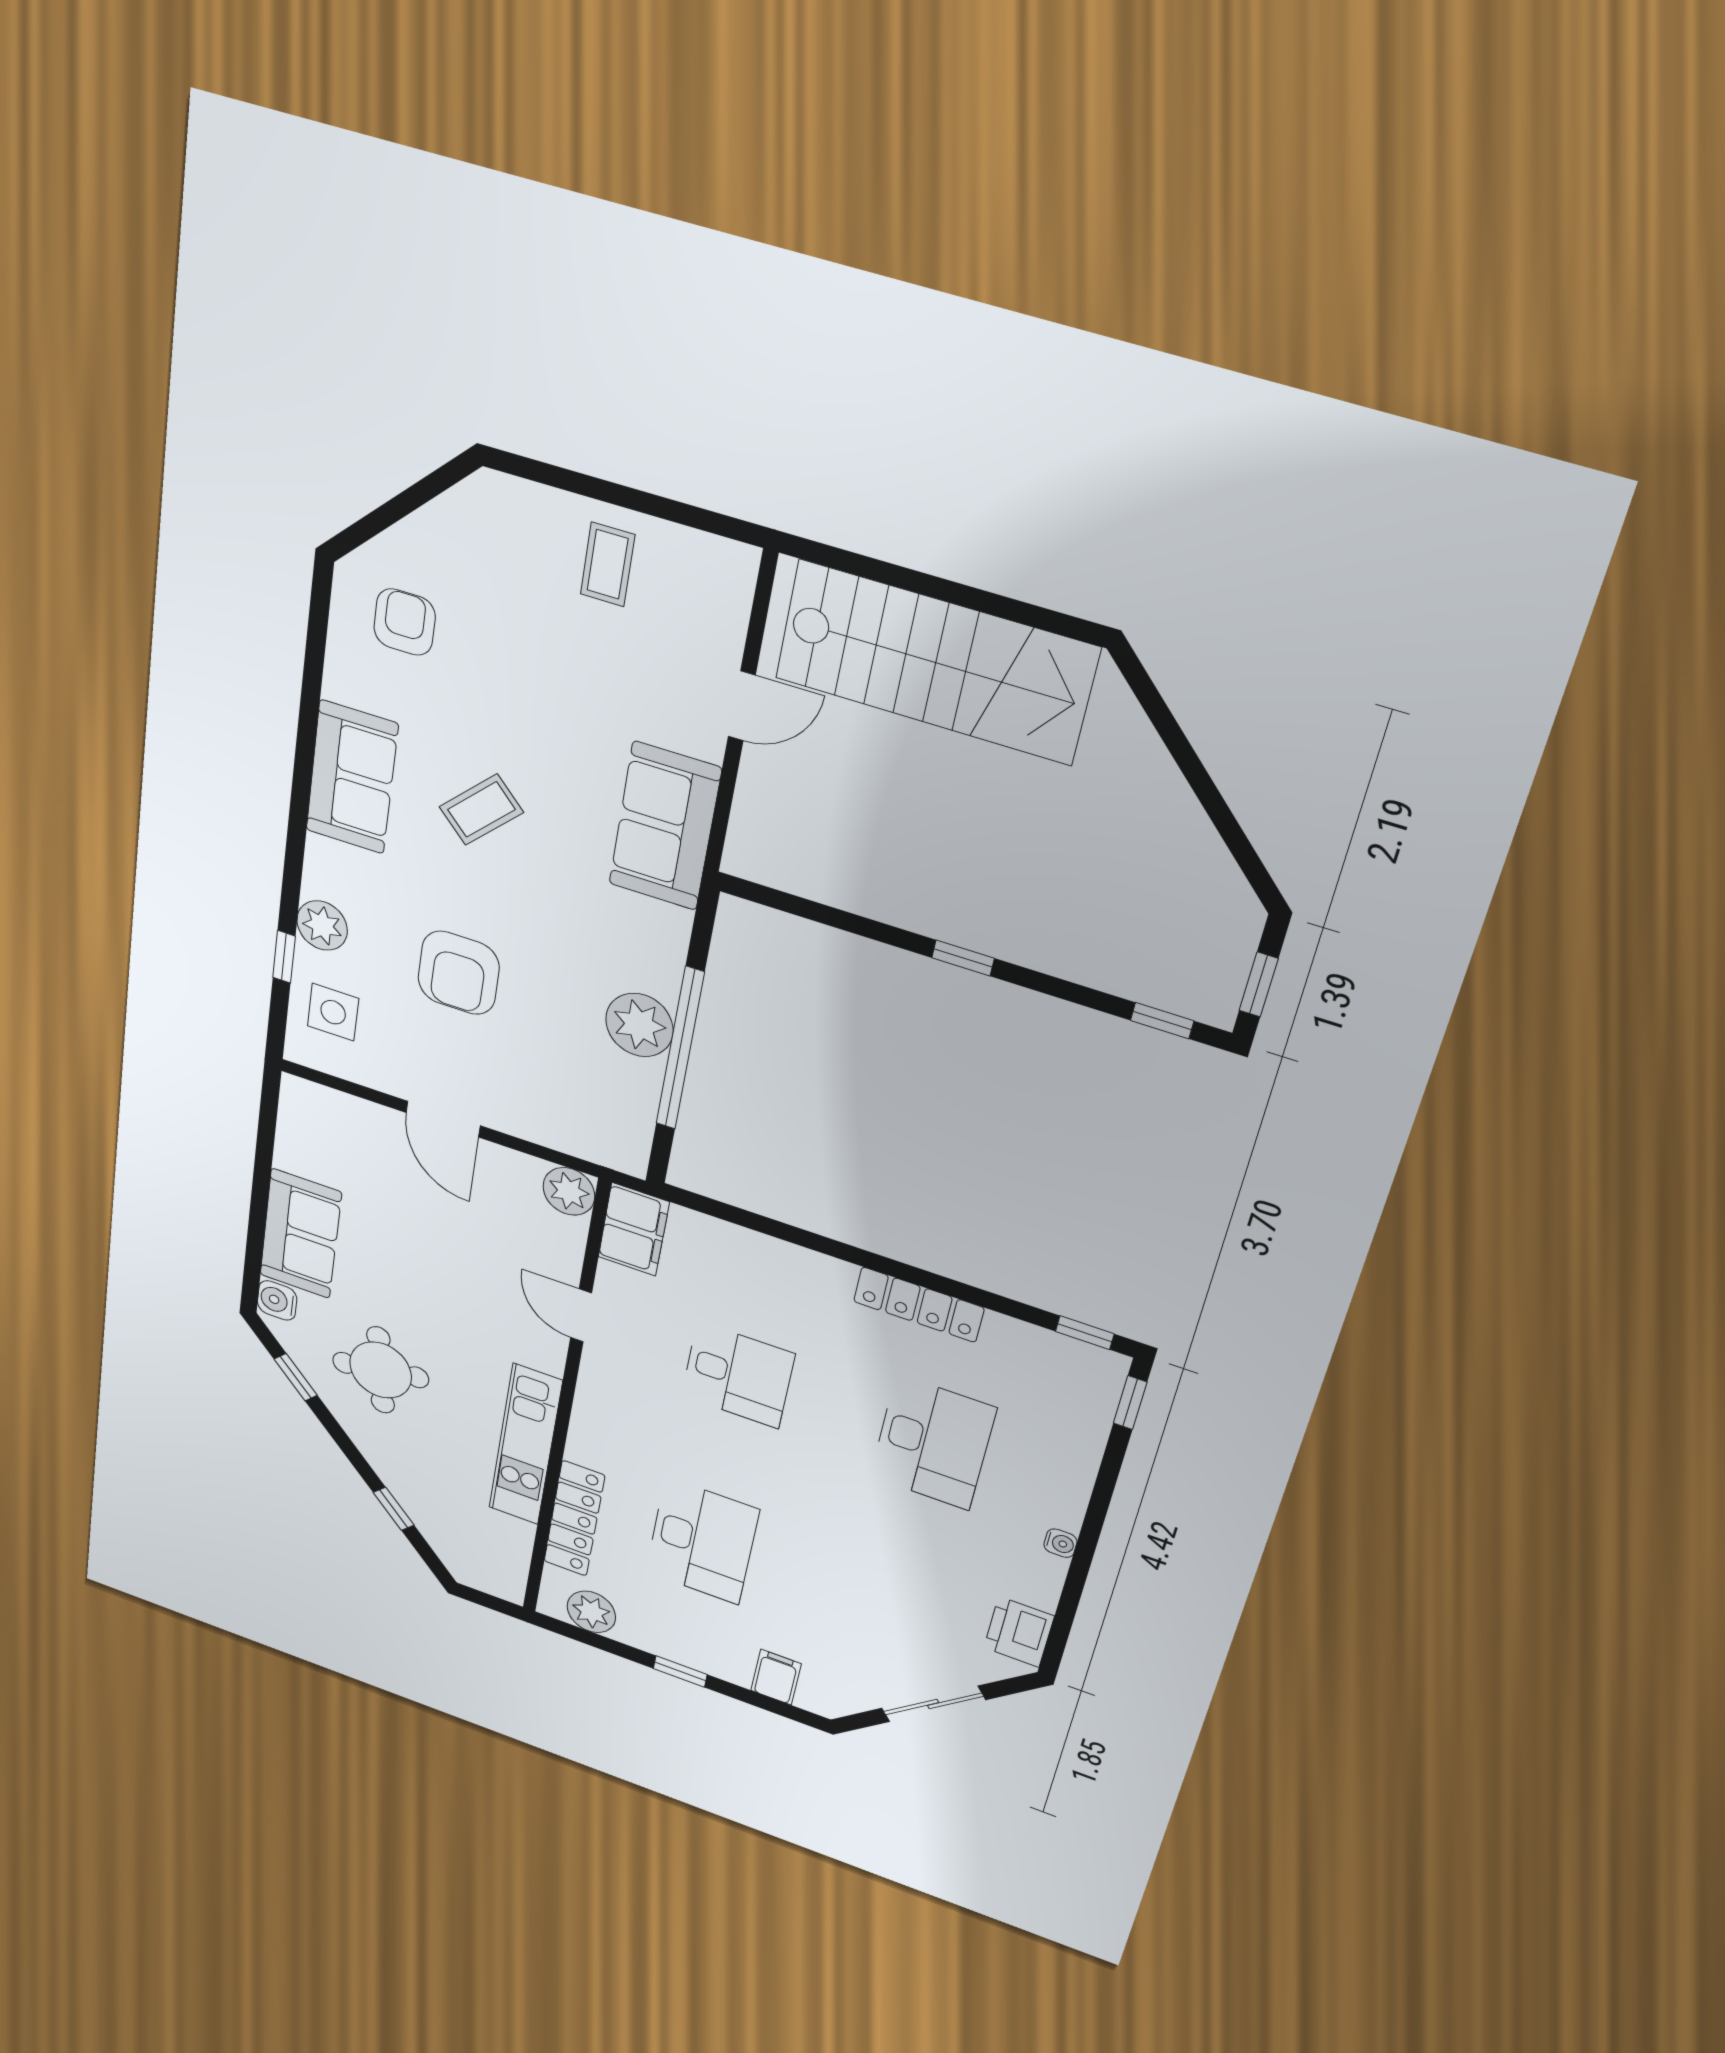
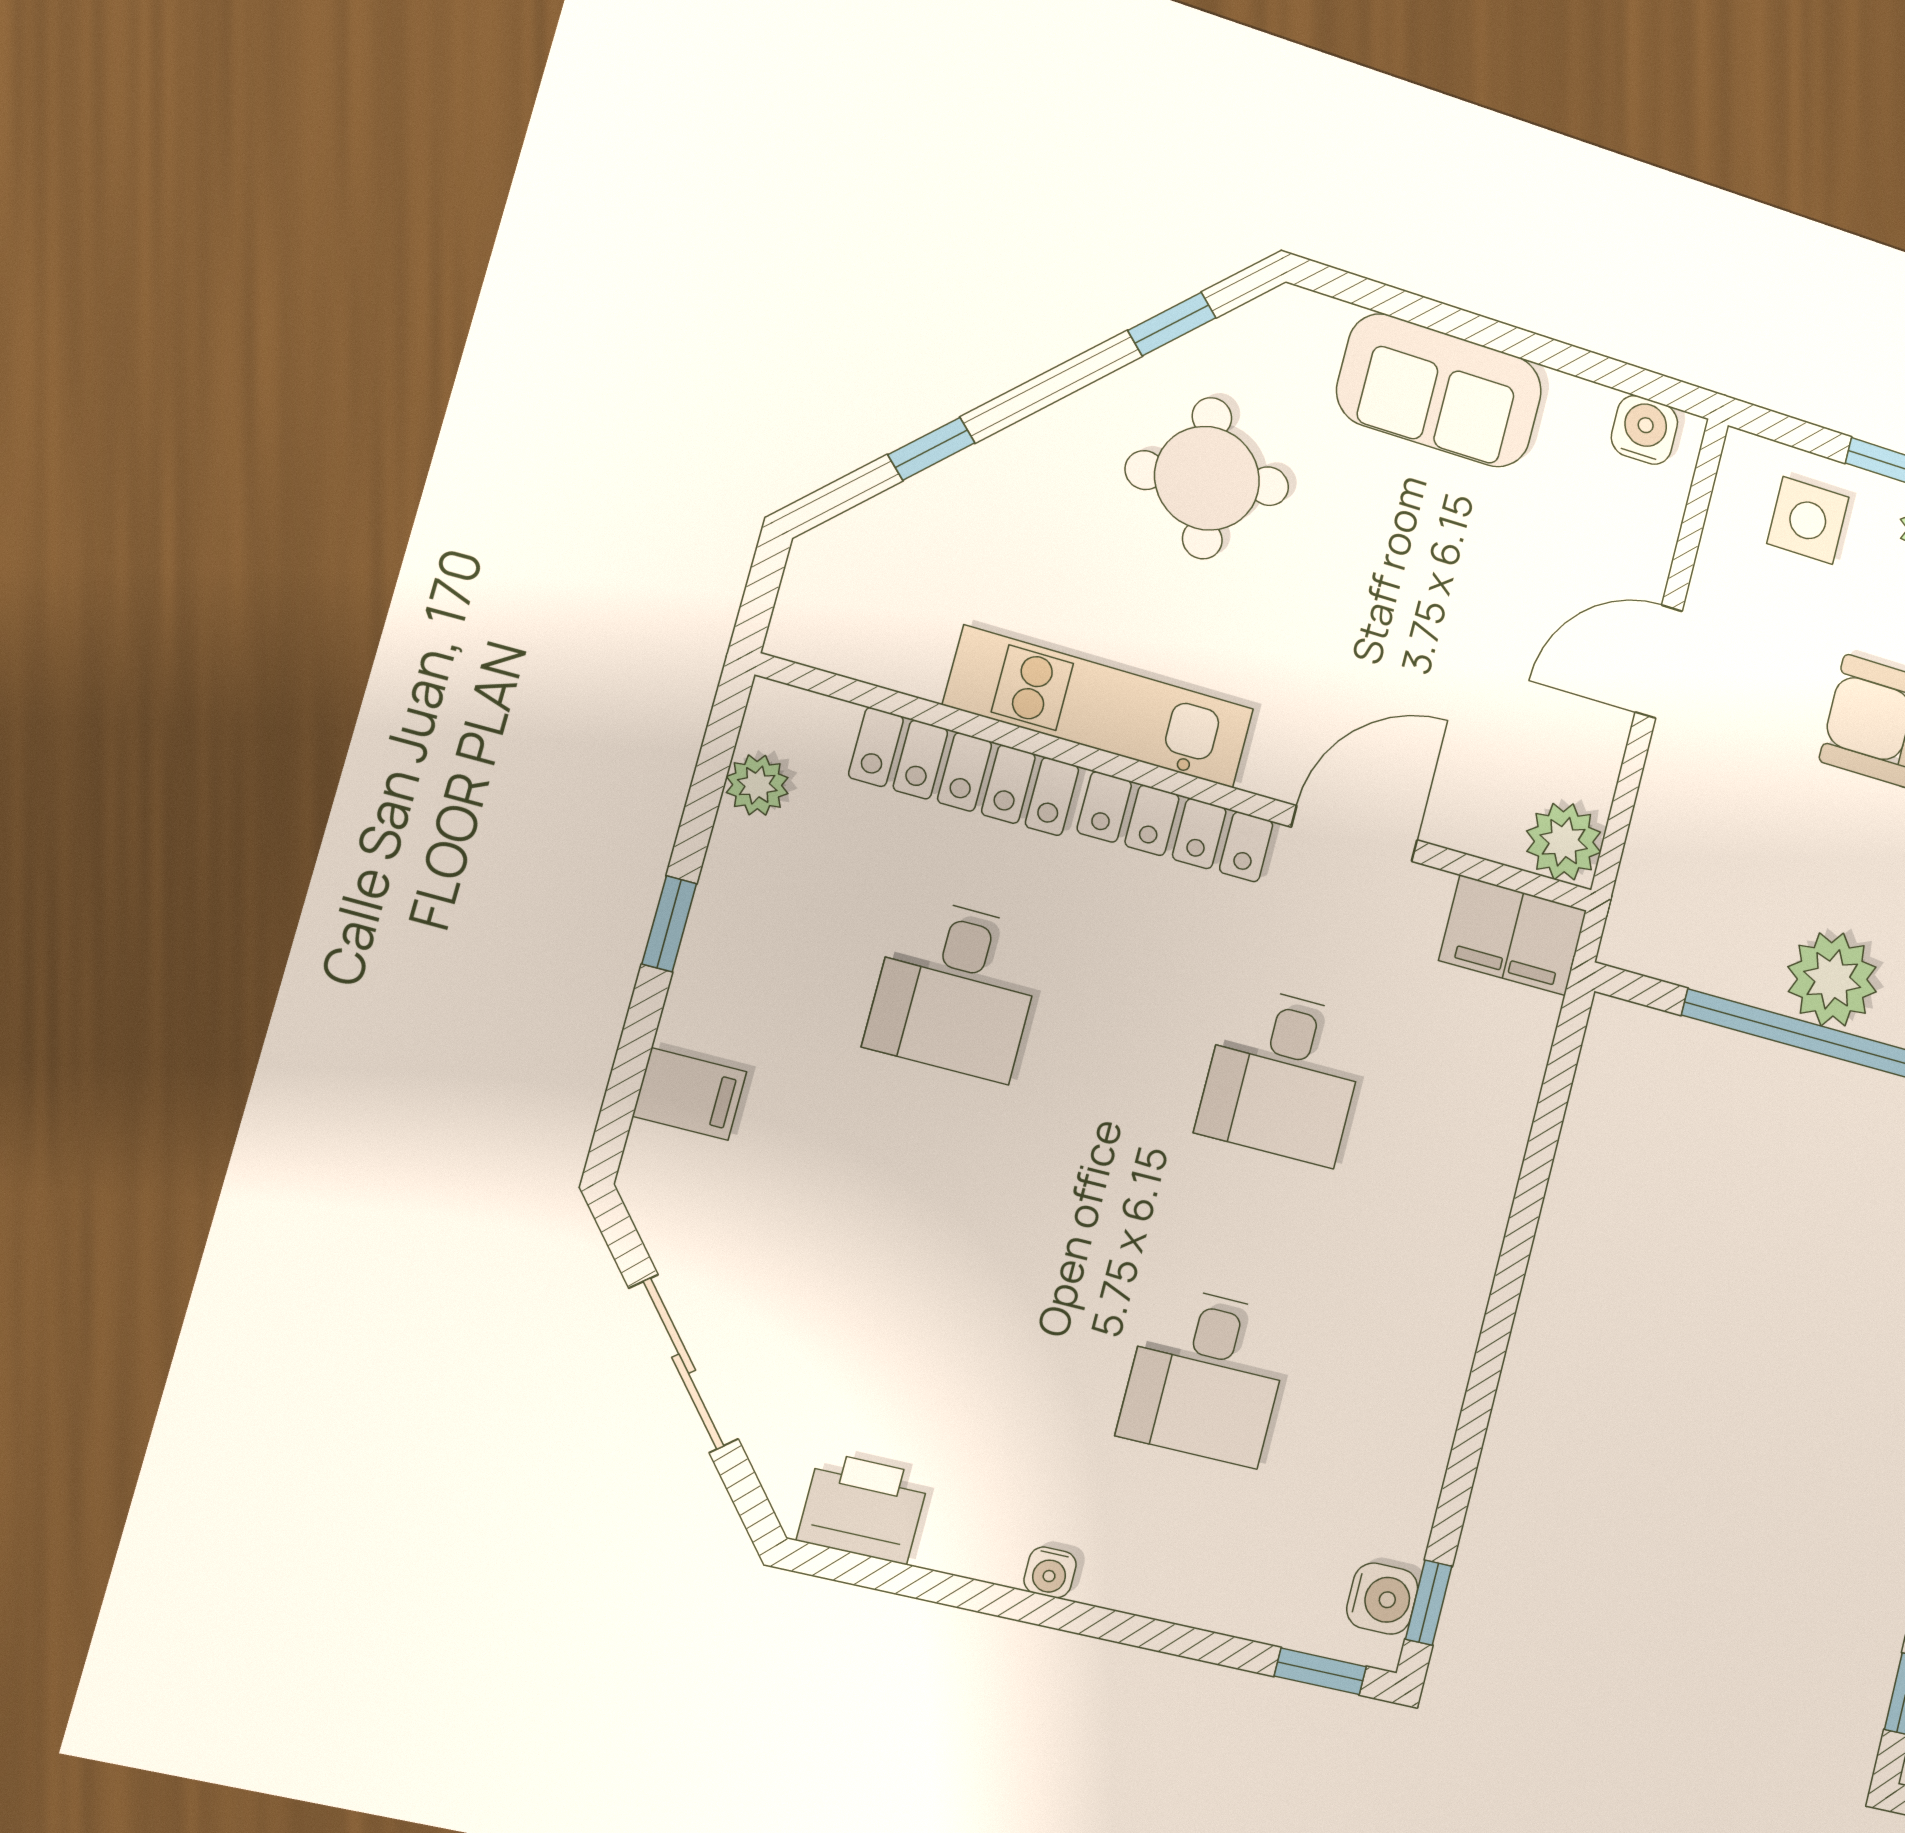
water cooler: (277, 1300) -> (1644, 430), moved
locker: (919, 1305) -> (1176, 827), moved, turned -90
door: (581, 1315) -> (1354, 834), width x1.38
water cooler: (1081, 1360) -> (1382, 1599), added
desk: (933, 1442) -> (1206, 1376), width x0.73
desk: (702, 1541) -> (956, 989), width x0.73
plant: (591, 1612) -> (757, 785), width x0.73, depth x0.73

